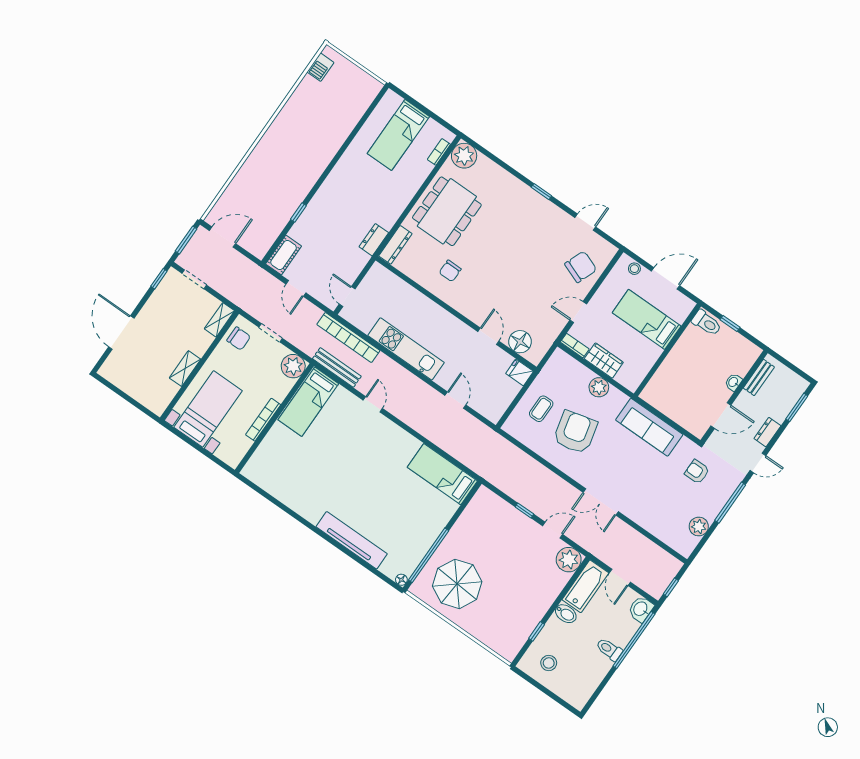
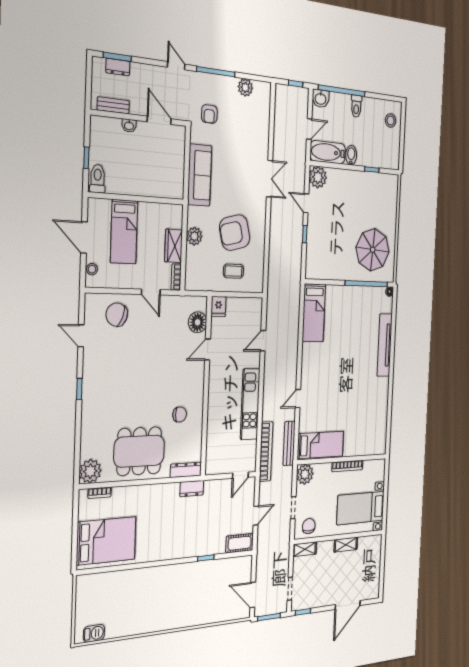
bed: (398, 135) -> (106, 541), width x1.50
dresser: (767, 432) -> (118, 67), moved
stool: (549, 663) -> (391, 121), moved

